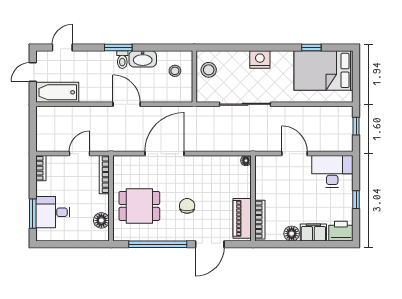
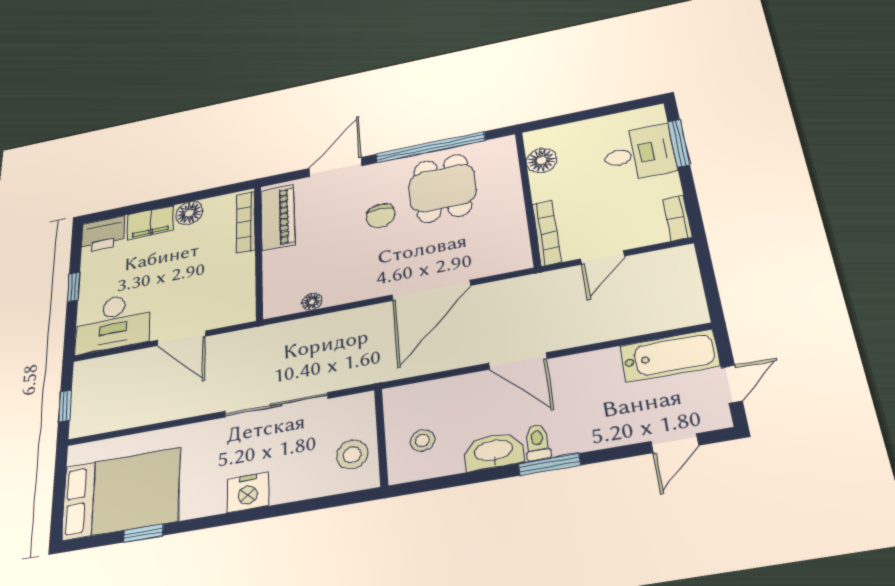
floor lamp: (246, 161) -> (312, 302), moved
dining table: (139, 206) -> (442, 188), moved, turned 90

